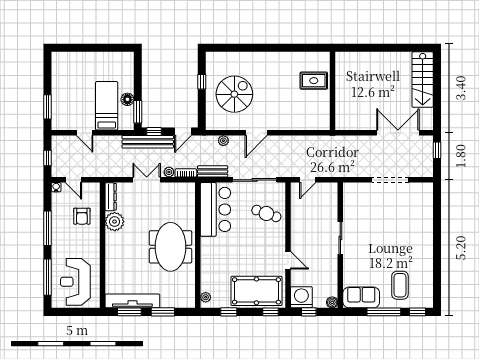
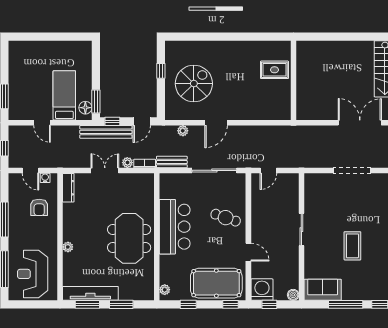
floor lamp: (127, 99) -> (85, 108), moved
water cooler: (56, 187) -> (45, 178), moved
bar counter: (215, 209) -> (175, 227), moved
cafe table: (266, 213) -> (226, 218), moved
plant: (115, 222) -> (68, 247), moved, width x0.53, depth x0.53
coffee table: (400, 285) -> (352, 246), moved

